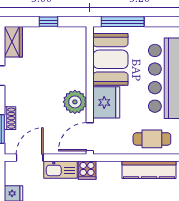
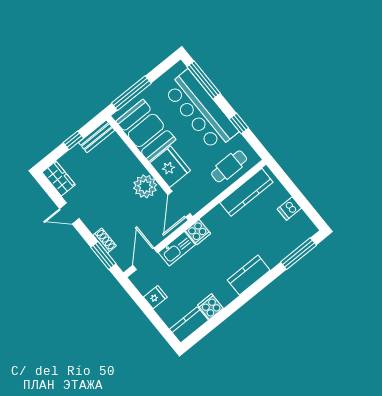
bench: (69, 33) -> (97, 136), added

